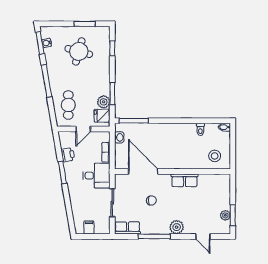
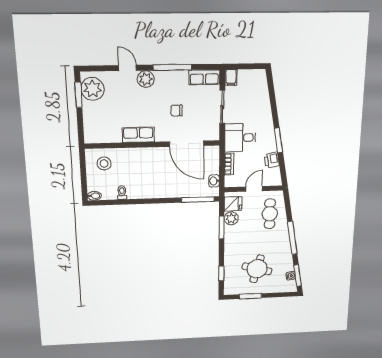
plant: (225, 215) -> (93, 89), width x1.88, depth x1.88
filing cabinet: (89, 227) -> (231, 77), moved
door: (203, 236) -> (127, 68), moved

